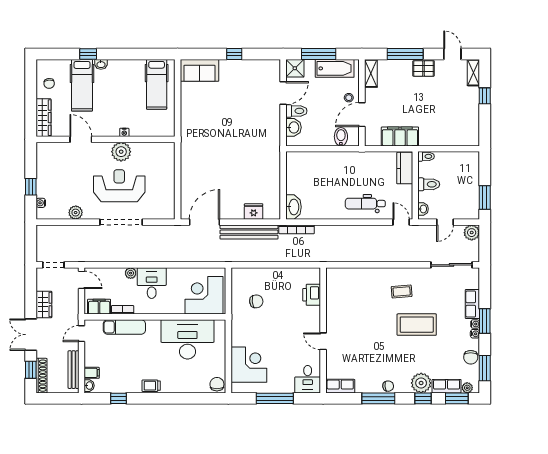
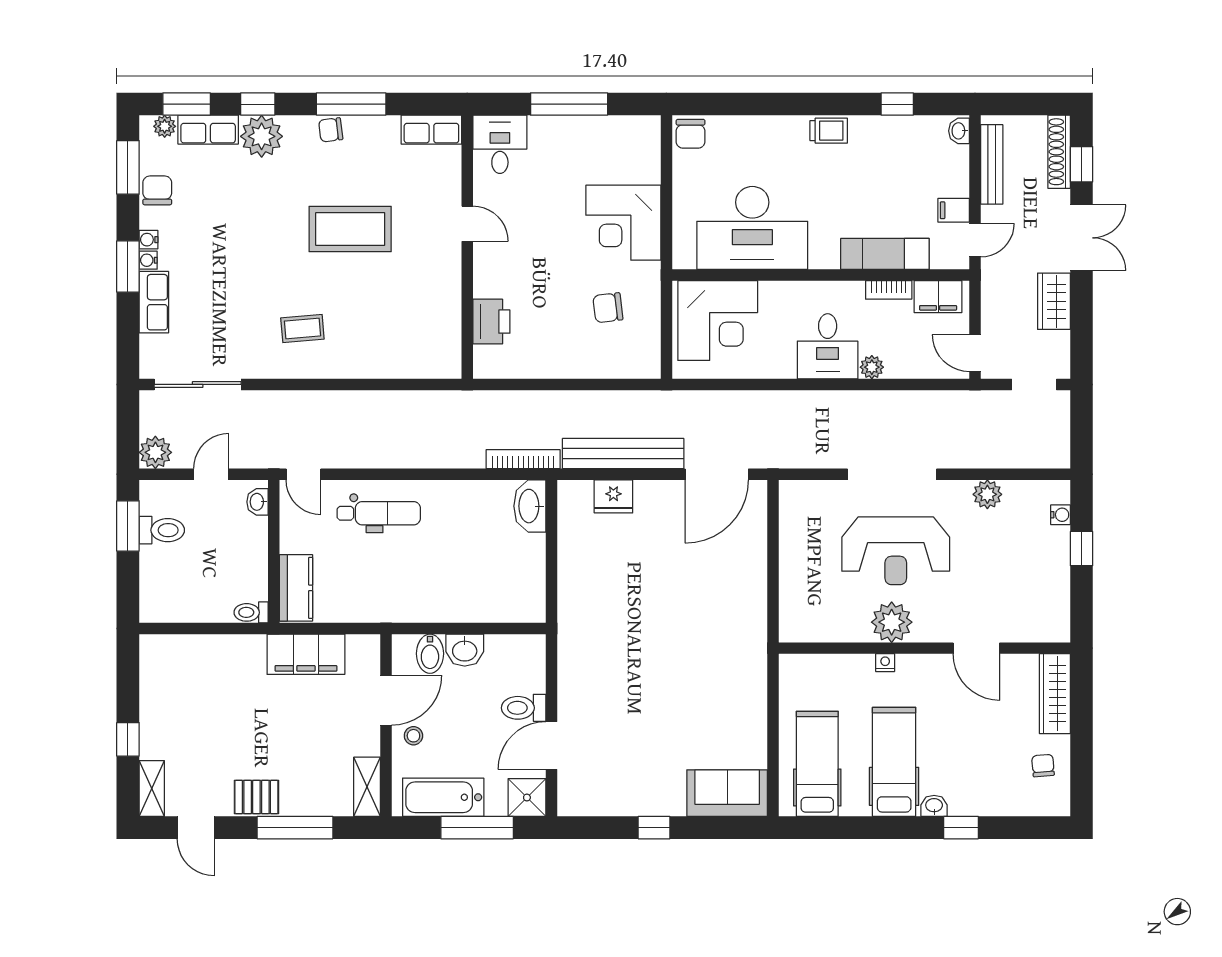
hospital bed: (82, 85) -> (894, 762), moved
washbasin: (293, 127) -> (465, 650), moved, turned -90
toilet: (429, 184) -> (162, 530), moved, turned 180
coffee table: (417, 325) -> (350, 229), moved
corner desk: (249, 365) -> (623, 223), moved
filing cabinet: (92, 373) -> (954, 210), moved

